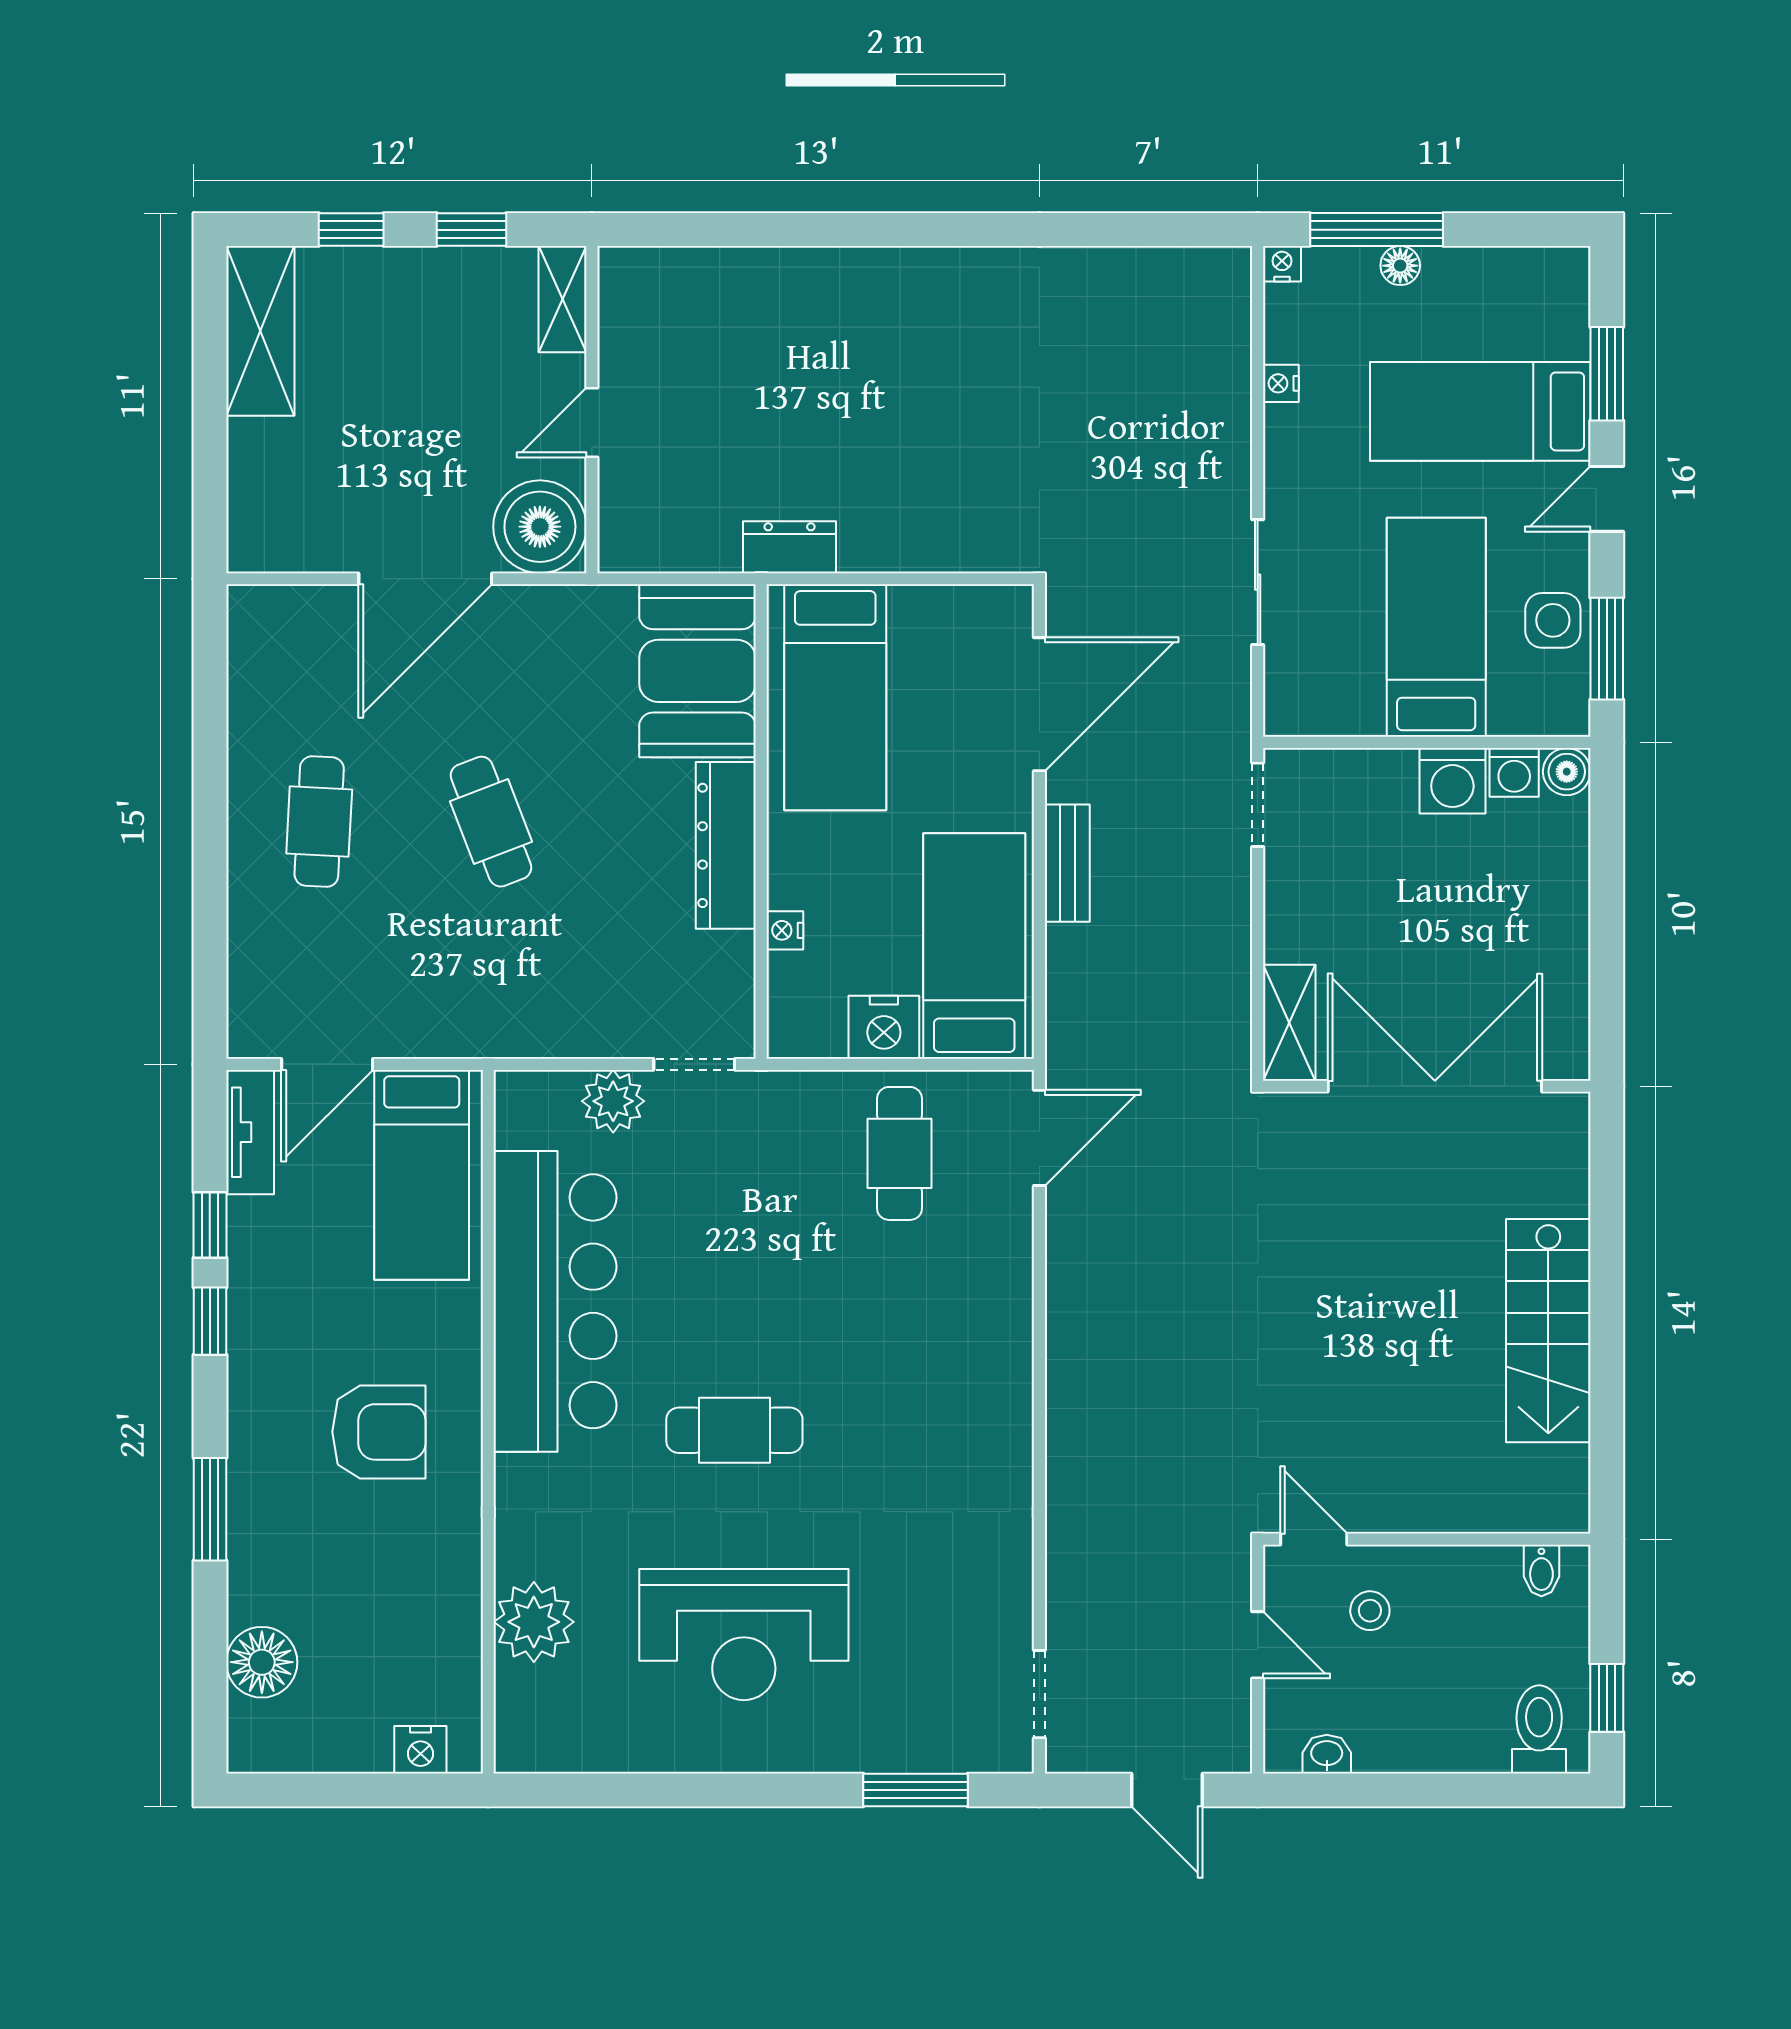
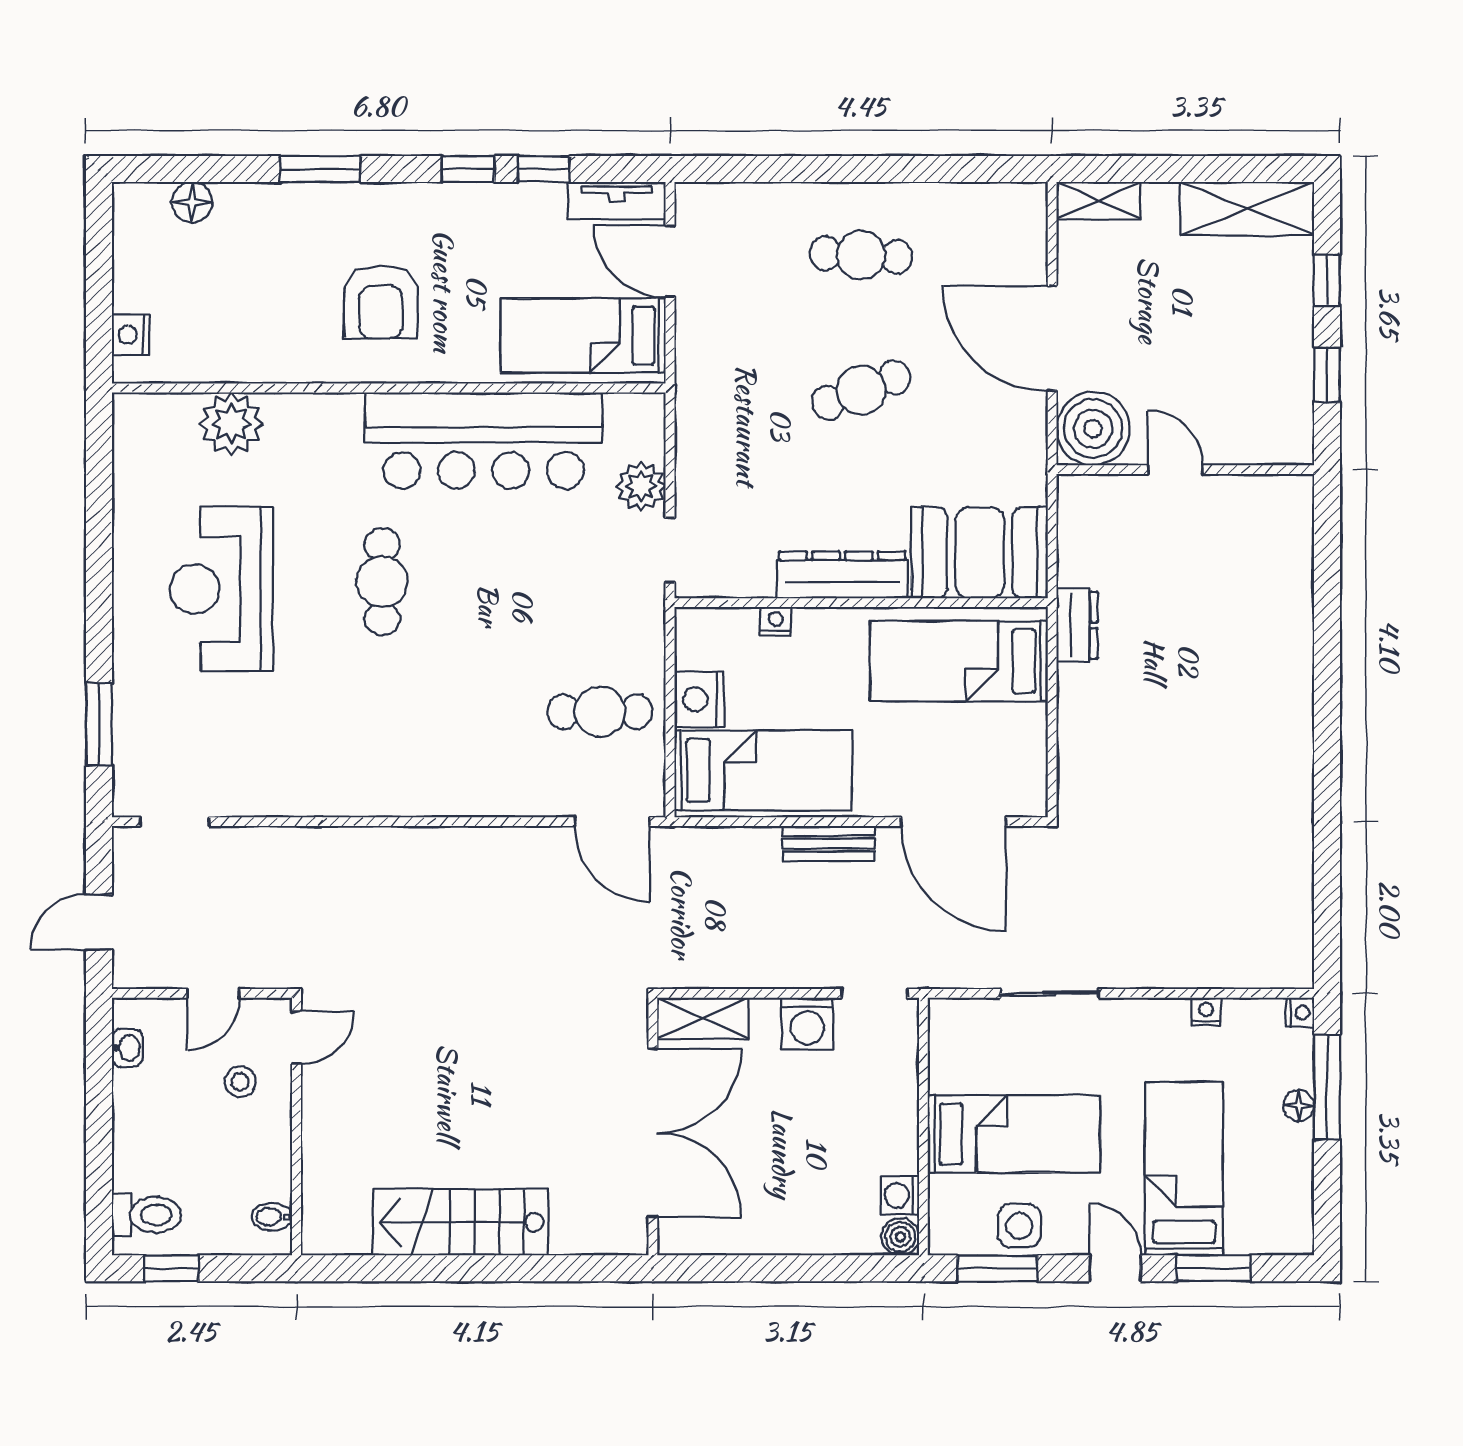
shelving: (562, 299) -> (1098, 201), moved
washing machine: (1452, 781) -> (807, 1024), moved, turned -90
floor lamp: (262, 1662) -> (192, 202), width x0.73, depth x0.73

